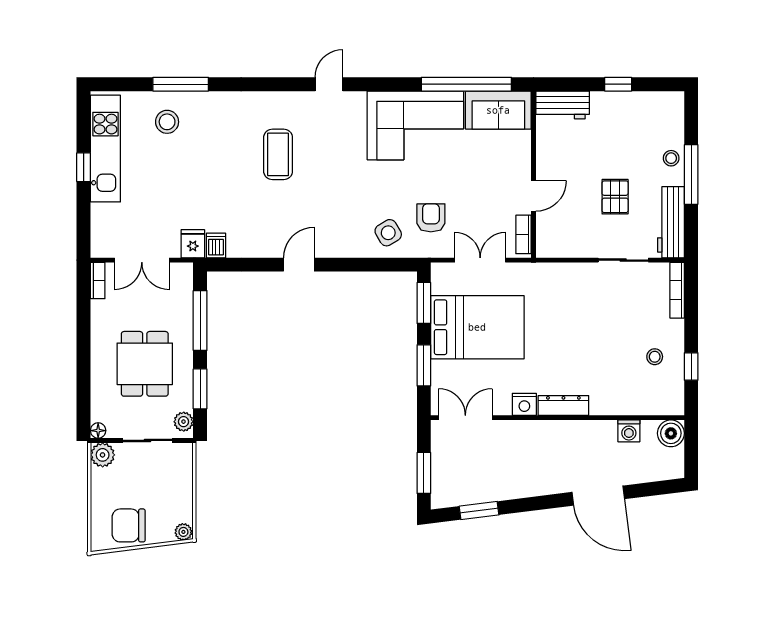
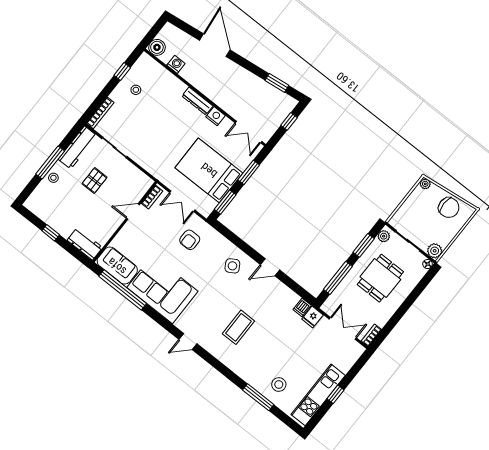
side table: (388, 233) -> (232, 266), moved
window: (424, 473) -> (289, 121), width x0.67

